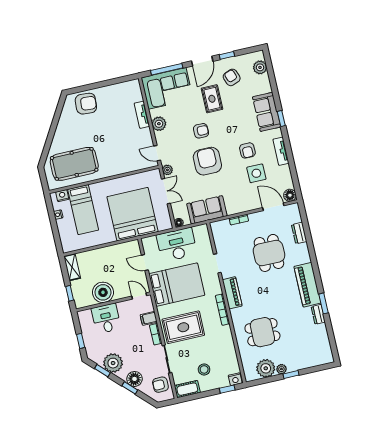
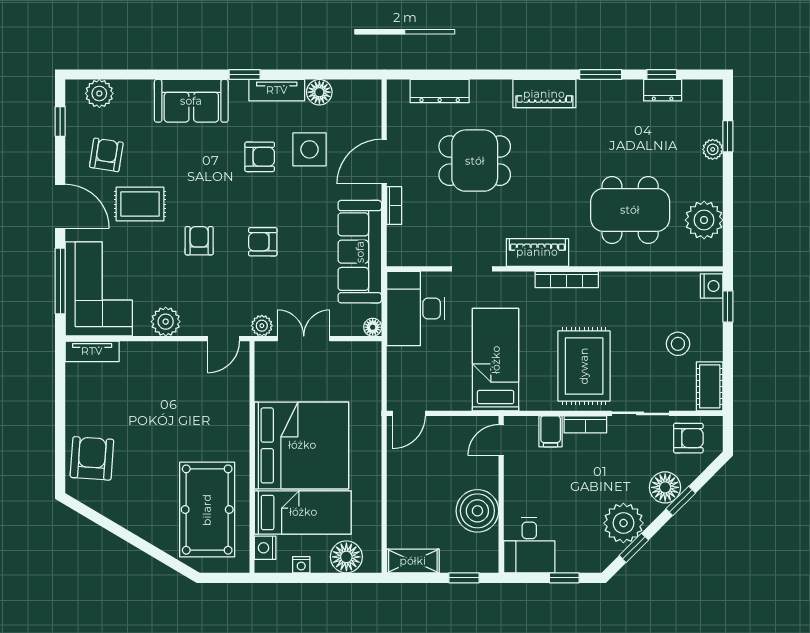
window: (227, 55) -> (60, 121), moved
armchair: (232, 77) -> (106, 155), turned 119
tv unit: (142, 115) -> (92, 351), moved
window: (281, 119) -> (245, 74), moved
armchair: (207, 161) -> (263, 242), width x0.53, depth x0.53
floor lamp: (290, 195) -> (319, 92), moved
door: (273, 207) -> (384, 161), moved
sofa: (207, 210) -> (360, 252), width x1.36
bed: (132, 214) -> (302, 445), moved, turned 180
dresser: (299, 233) -> (440, 91), width x1.44
floor lamp: (67, 235) -> (346, 557), added
desk: (177, 245) -> (416, 309), moved
door: (145, 263) -> (409, 413), moved
bed: (177, 285) -> (496, 360), width x0.67
piano: (307, 285) -> (544, 94), width x0.73, depth x0.75
dresser: (318, 314) -> (663, 90), moved
desk: (106, 319) -> (529, 545), moved, turned -90
dining table: (262, 332) -> (630, 210), width x1.38
window: (330, 332) -> (662, 74), added
plant: (281, 369) -> (713, 149), moved
window: (291, 375) -> (728, 136), moved
armchair: (160, 385) -> (688, 438), turned -90

